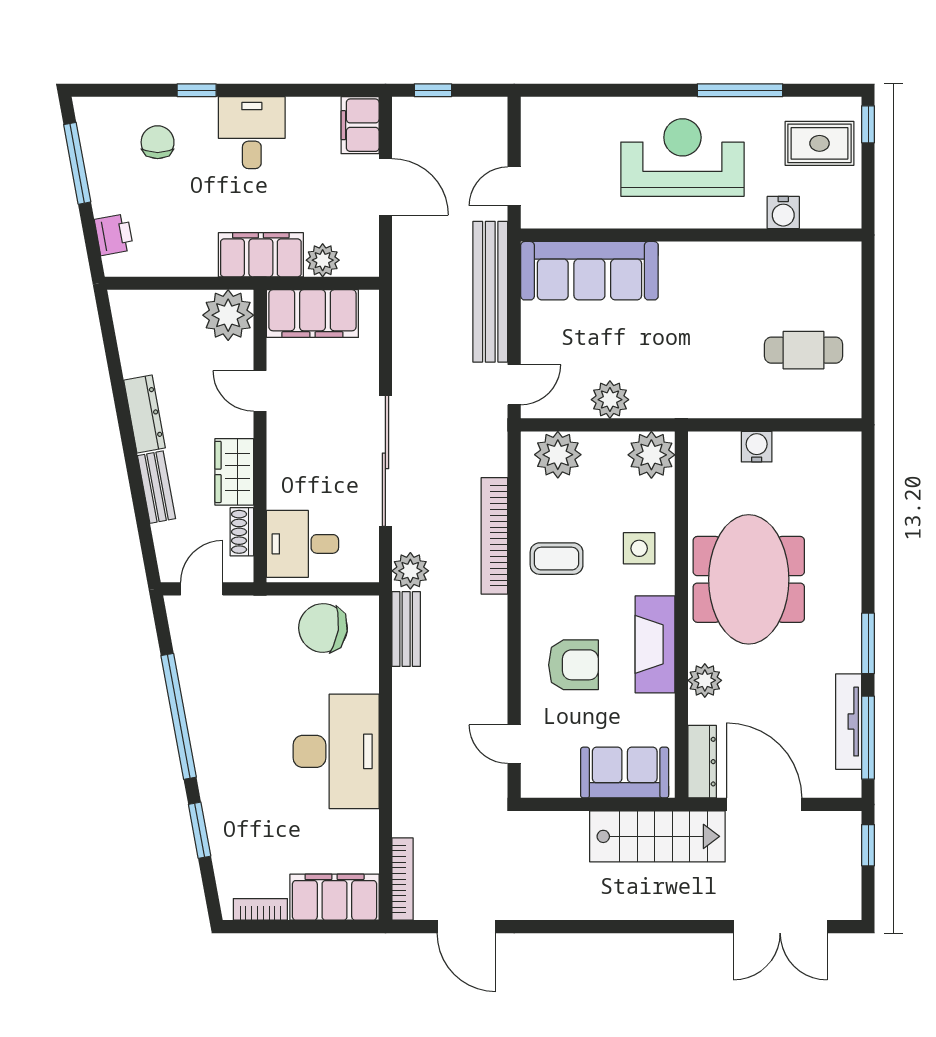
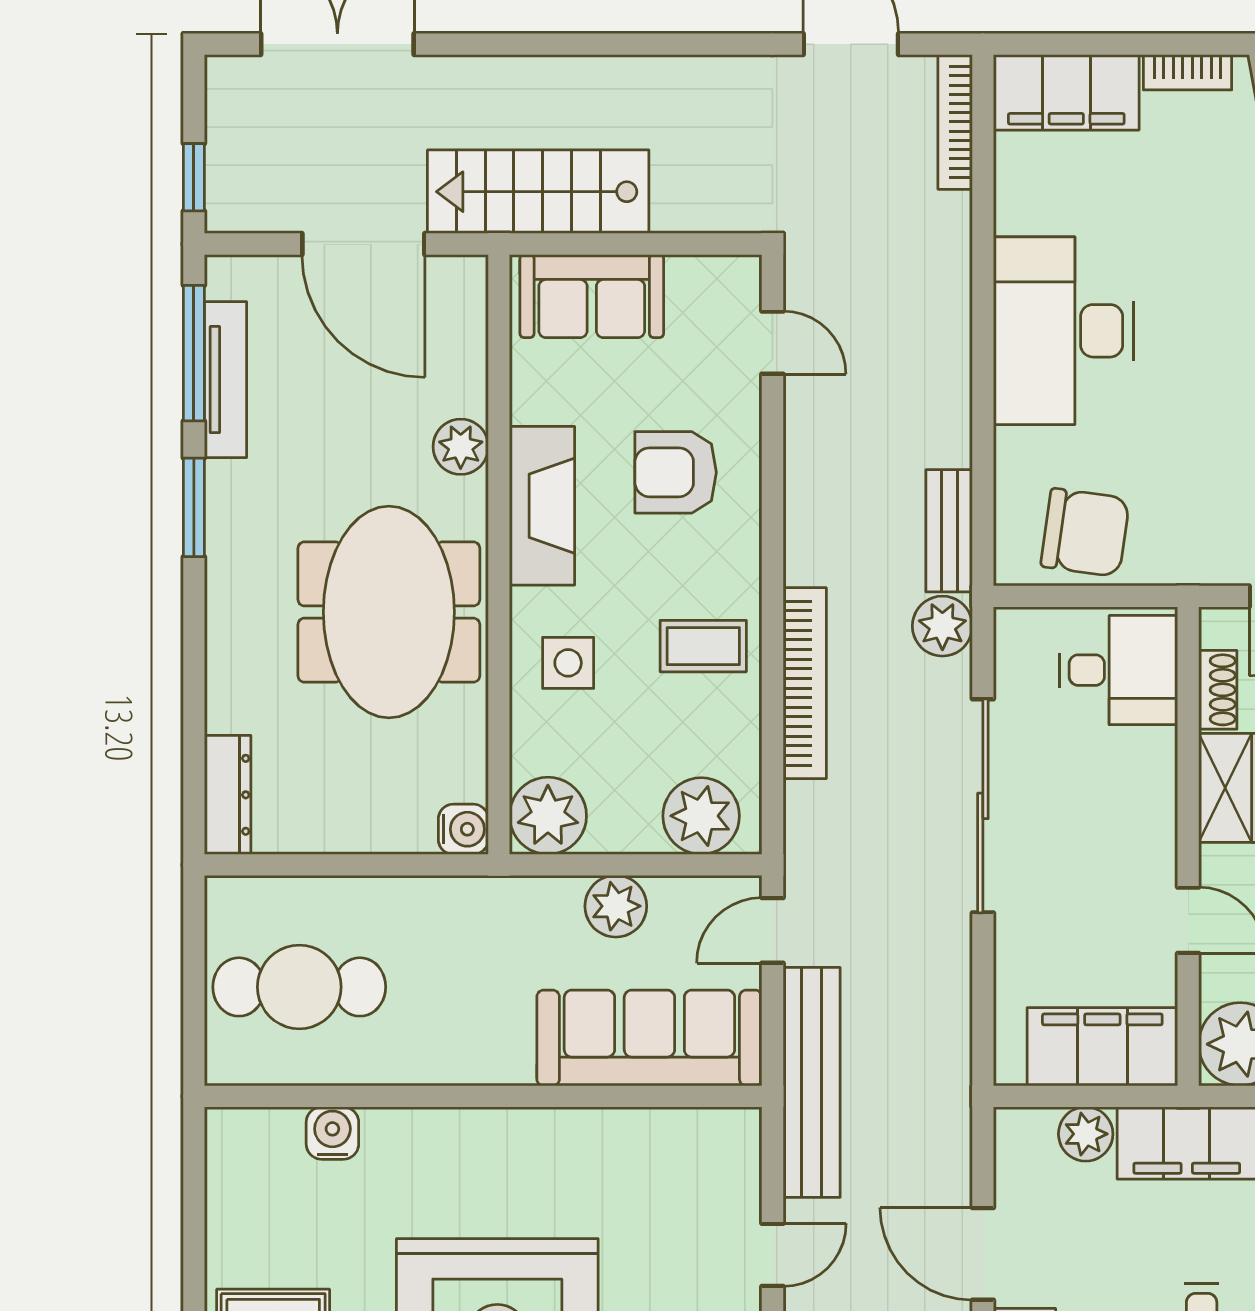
water cooler: (783, 213) -> (332, 1133), moved
wall: (691, 235) -> (483, 1096), moved
sofa: (589, 271) -> (649, 1038), moved
cafe table: (803, 350) -> (299, 987), width x1.37, depth x1.35
water cooler: (757, 447) -> (463, 829), moved, turned -90
dresser: (702, 762) -> (228, 795), moved, turned 180

